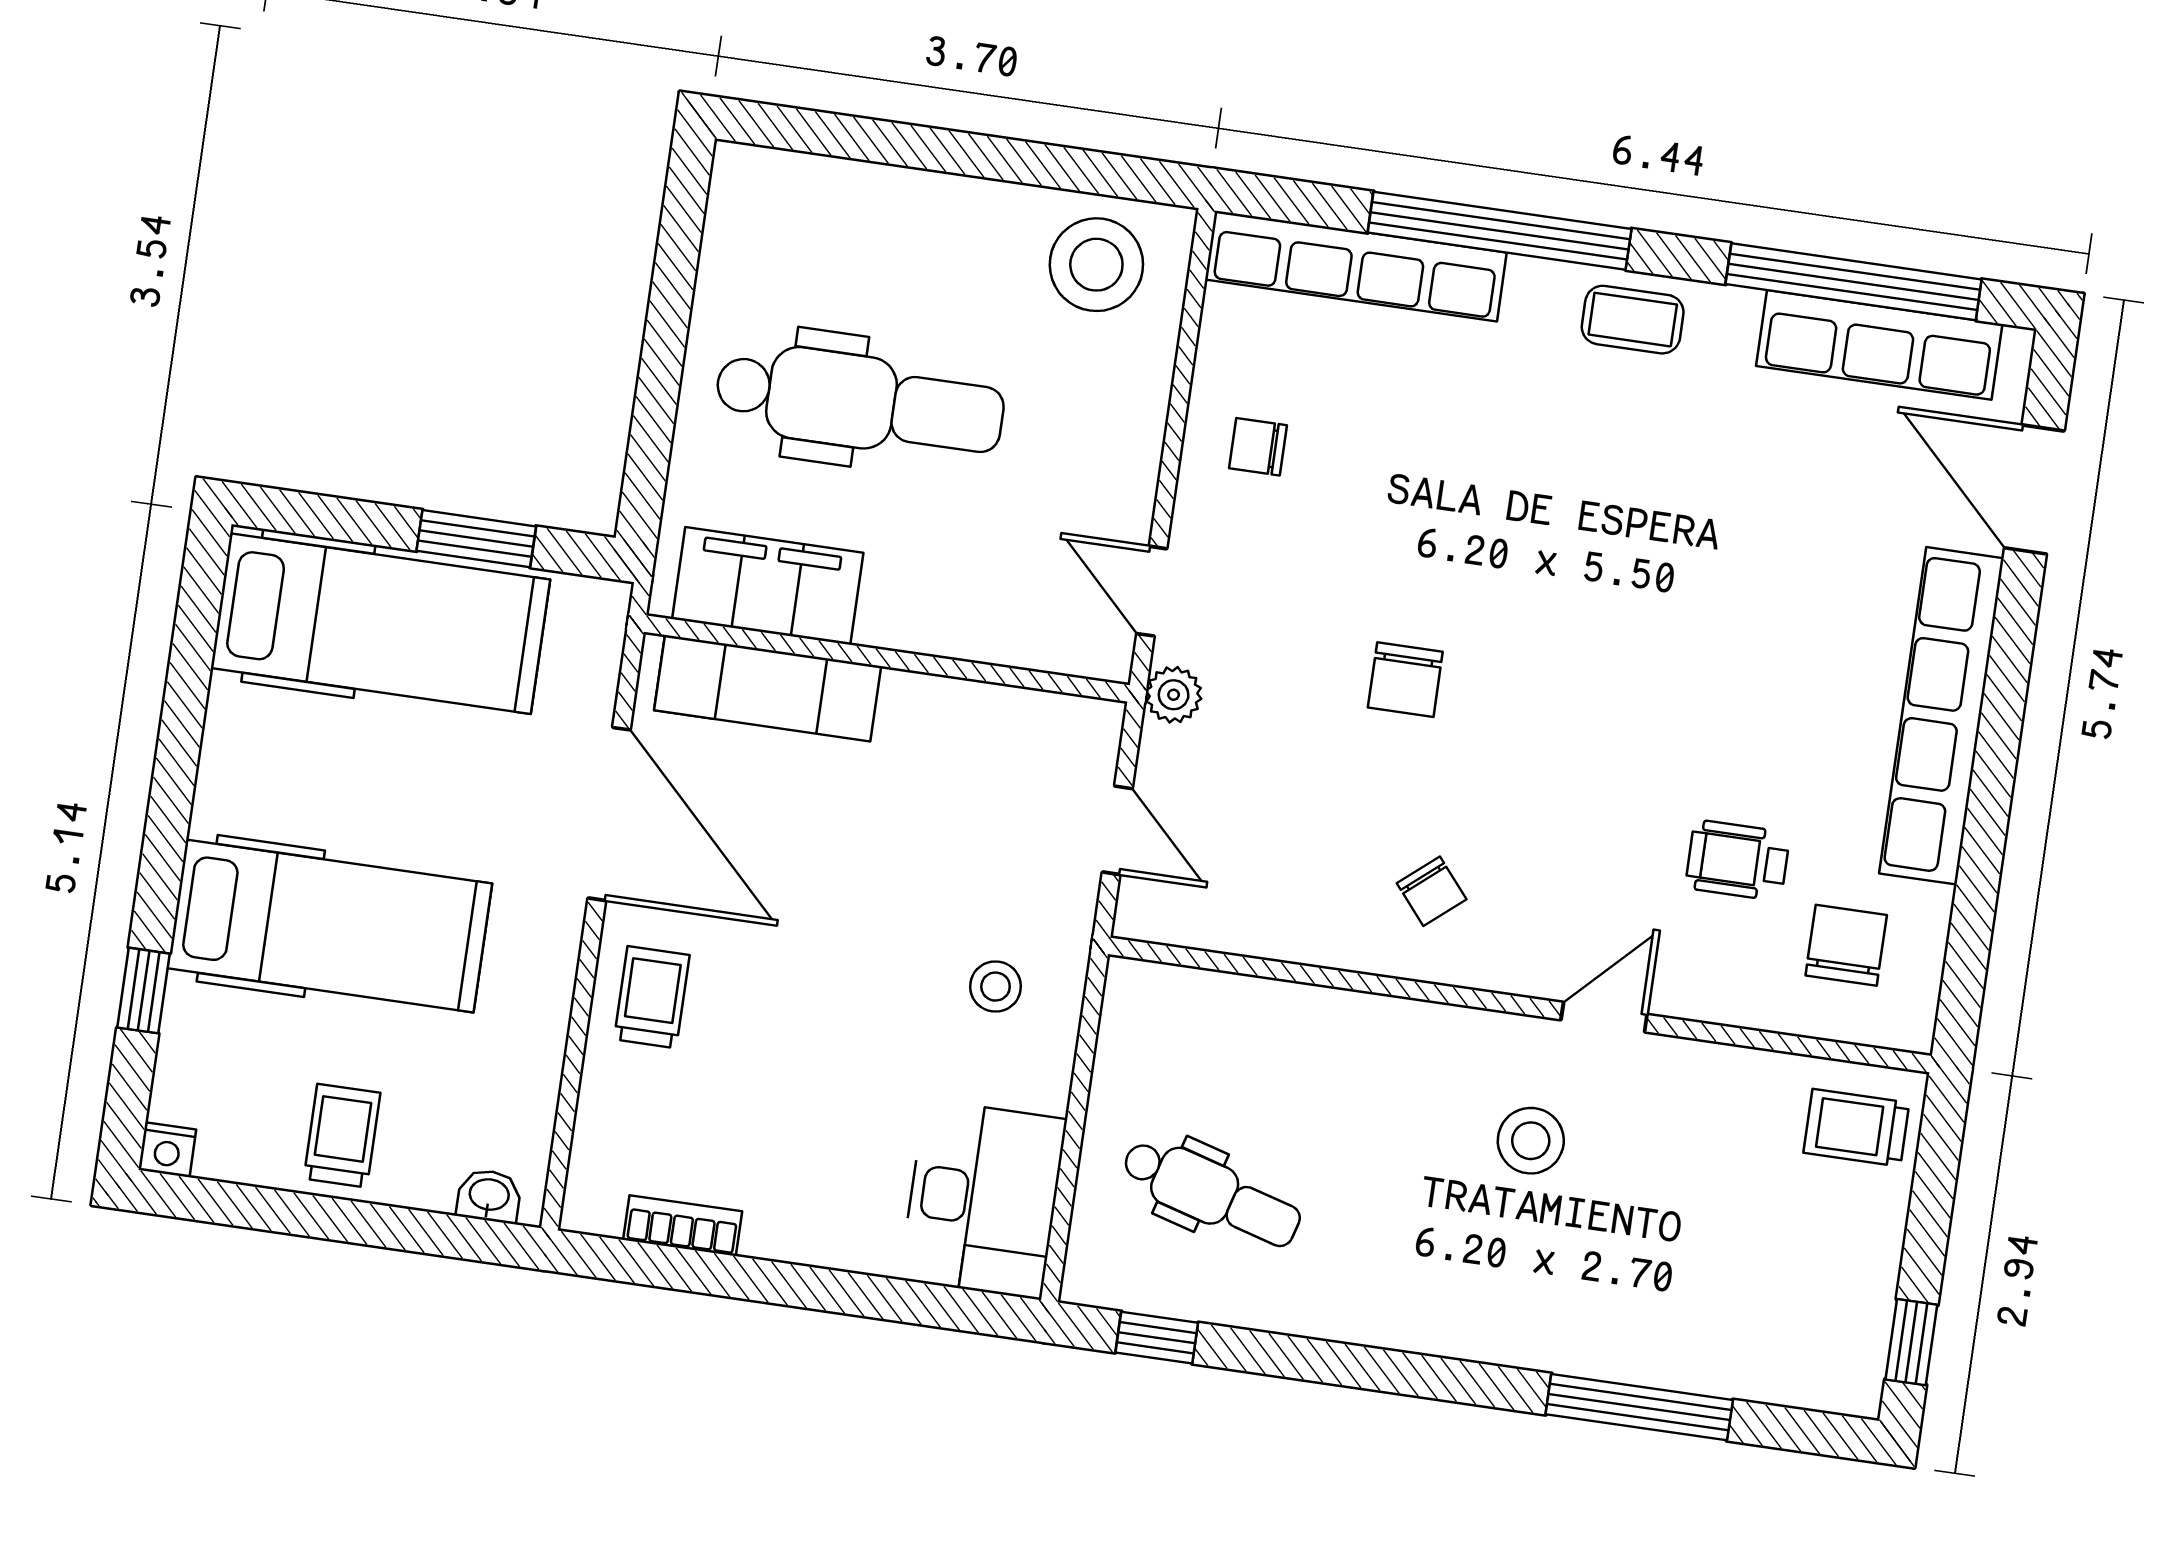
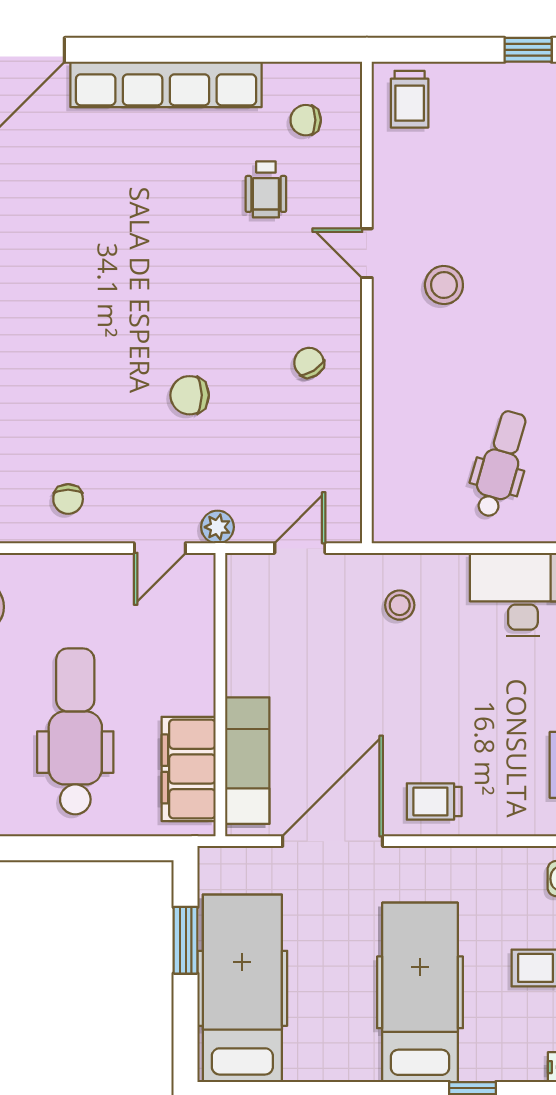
chair: (1405, 680) -> (190, 395), turned 180
chair: (1432, 891) -> (309, 363), turned -82
chair: (1846, 945) -> (306, 120), width x0.73, depth x0.73

